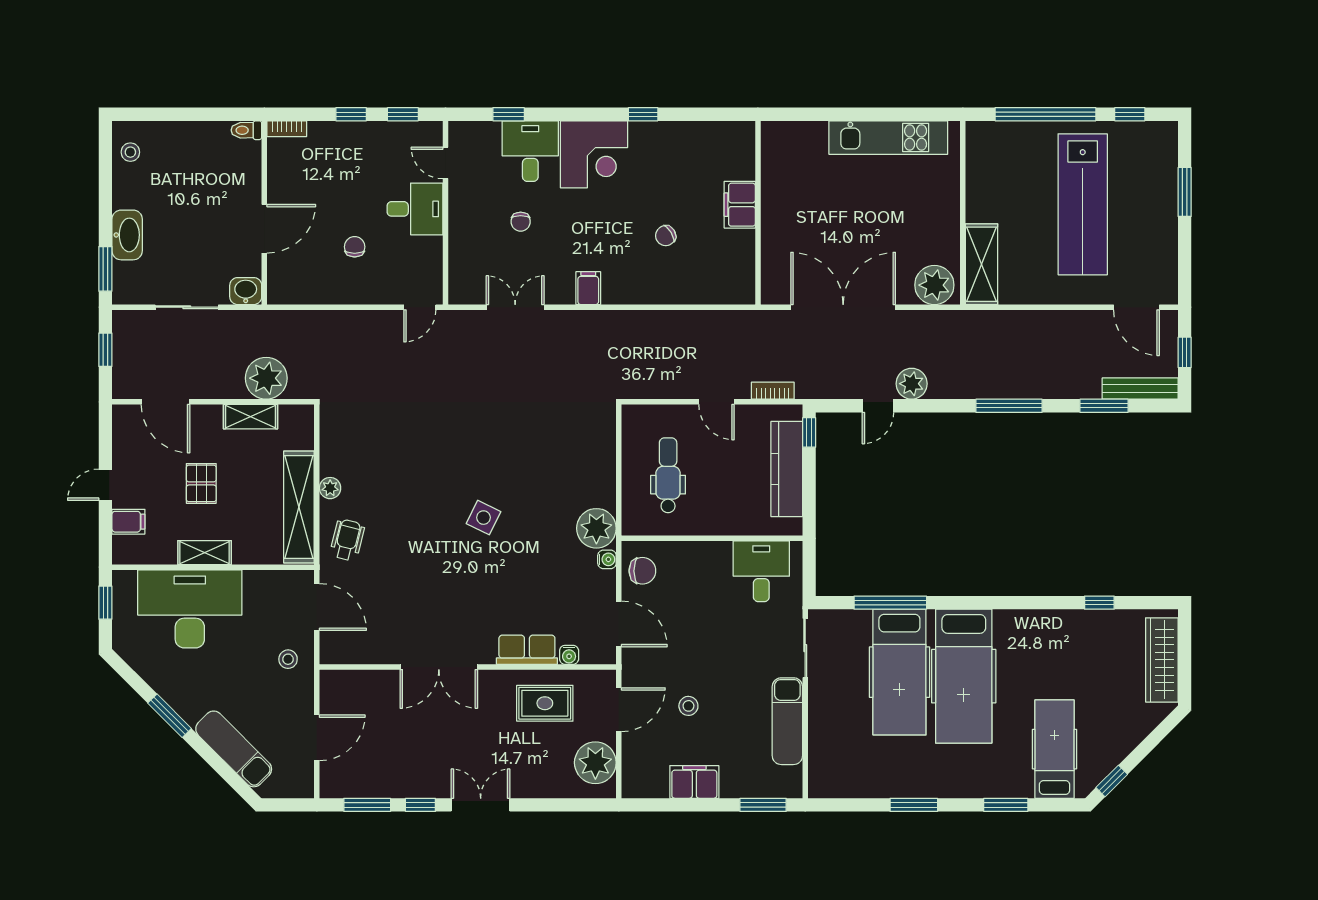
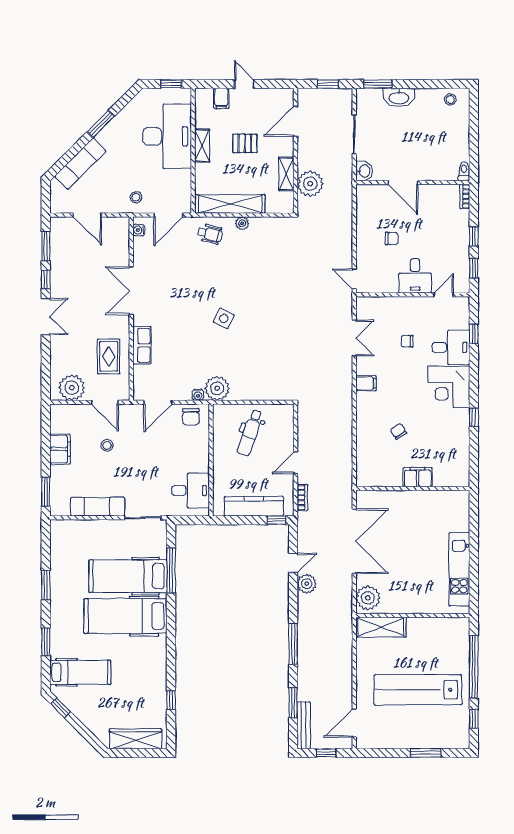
door: (878, 406) -> (293, 563), swing flipped
dental chair: (668, 475) -> (250, 433), turned 109
water cooler: (569, 655) -> (139, 230), moved

